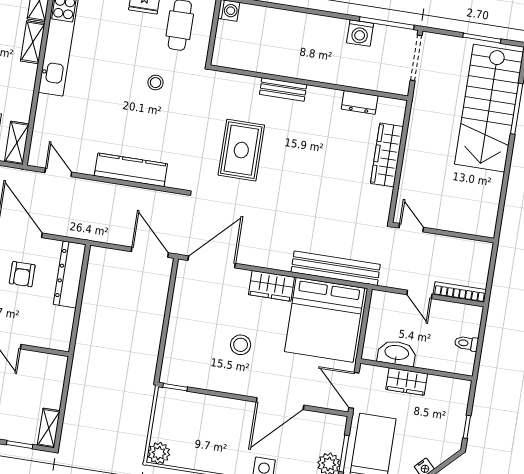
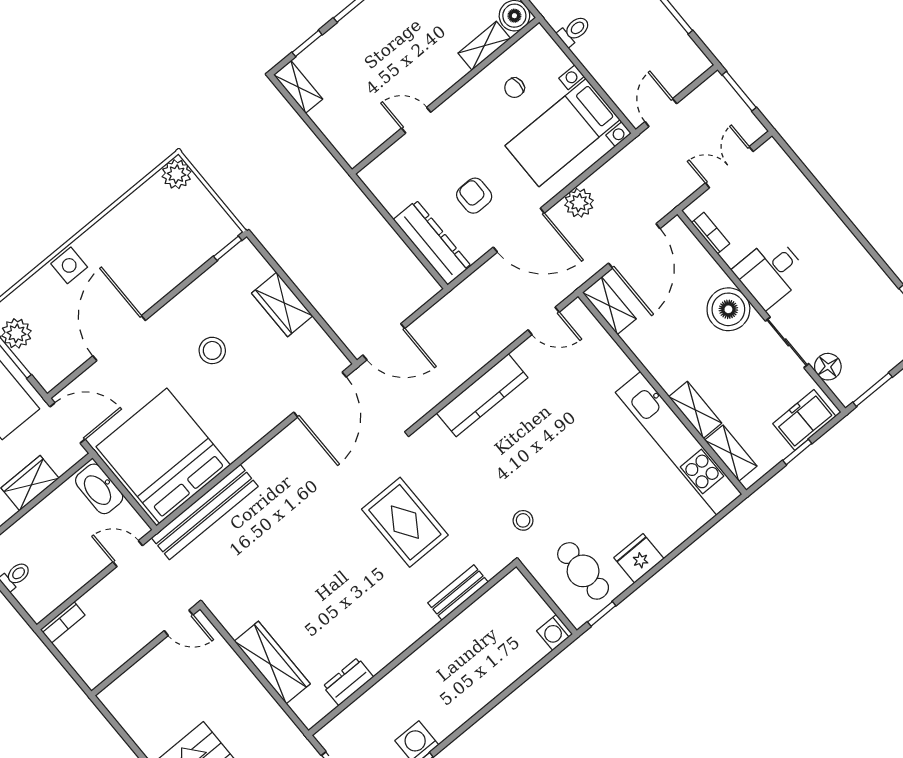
stool: (156, 83) -> (523, 520), moved
bench: (283, 89) -> (458, 593), moved
wardrobe: (271, 286) -> (282, 304), moved, turned -90
bookcase: (460, 292) -> (63, 622), width x0.64
door: (419, 294) -> (128, 554), moved
washbasin: (397, 353) -> (99, 489), moved, turned 90

